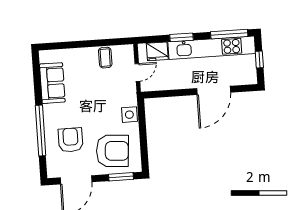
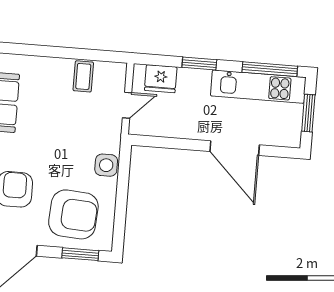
kitchen unit: (212, 48) -> (258, 87), width x0.73
window: (259, 60) -> (308, 113), width x1.50
door: (214, 90) -> (235, 148), hinge flipped

